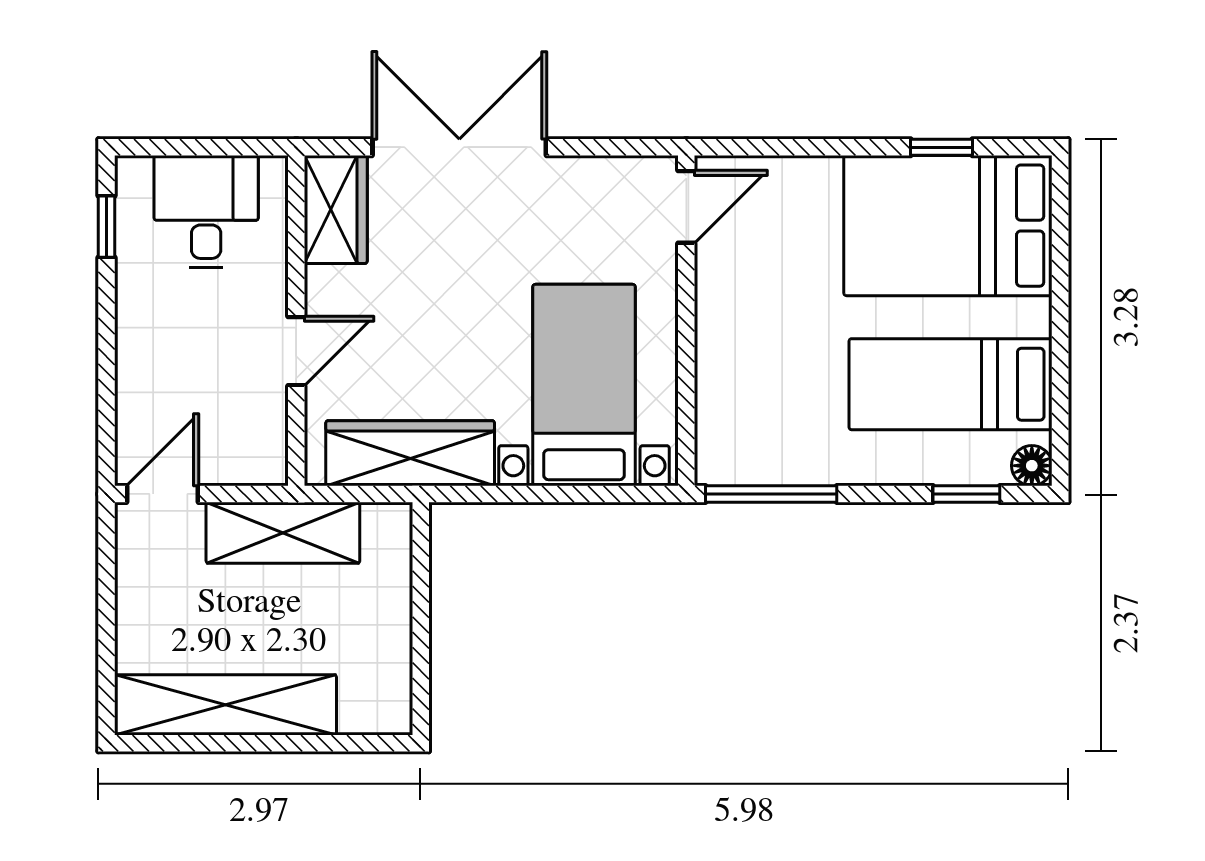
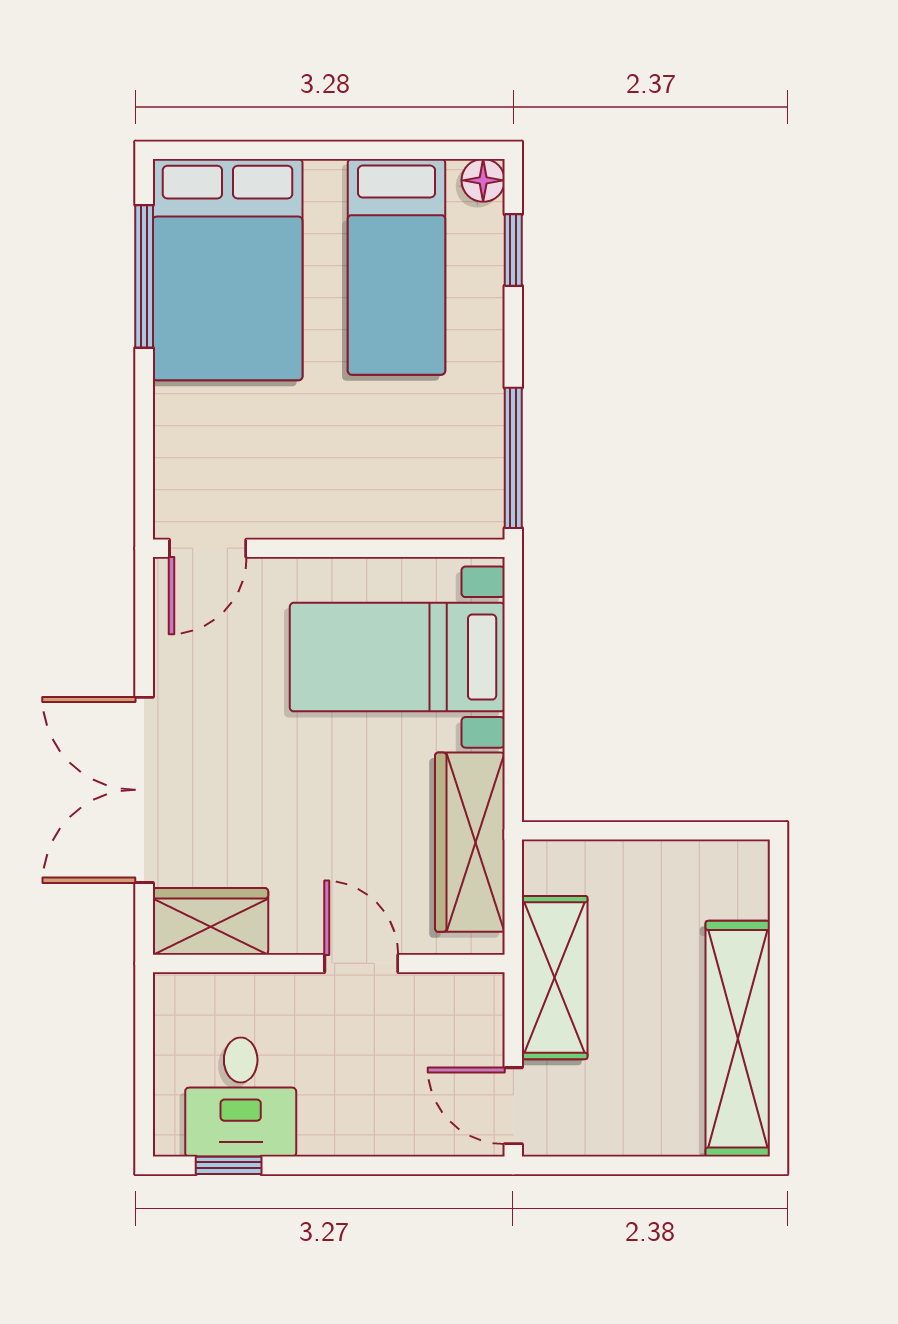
window: (942, 147) -> (144, 276), width x2.17
door: (686, 207) -> (208, 548), swing flipped
desk: (206, 211) -> (241, 1097), moved, turned -90

